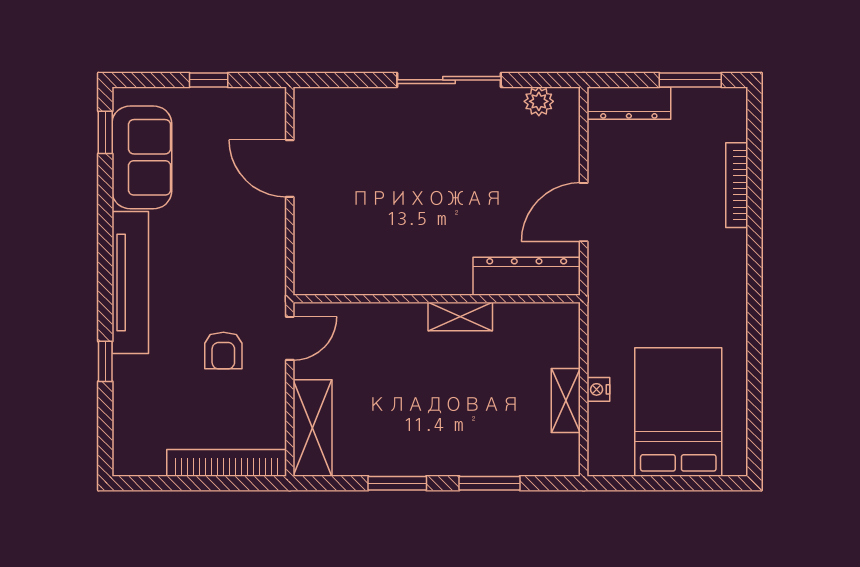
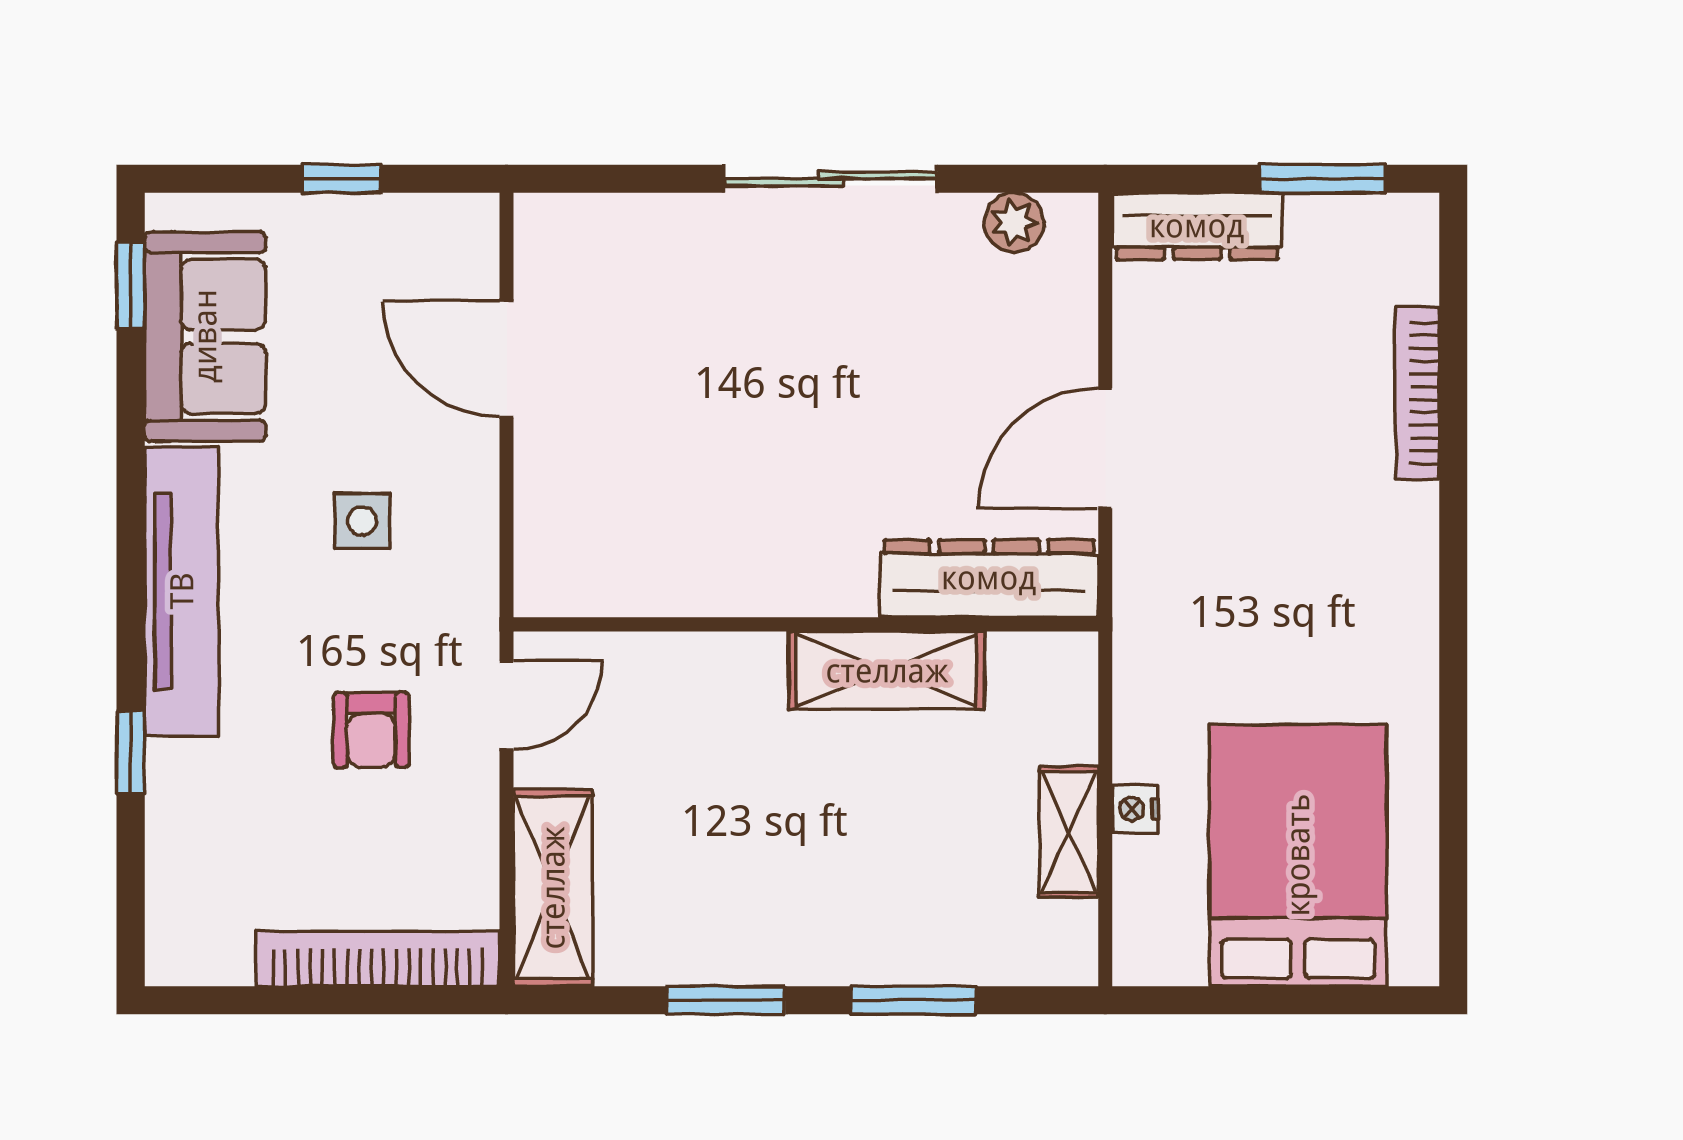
side table: (219, 248) -> (362, 521), added
shelving: (460, 317) -> (887, 671), width x1.50, depth x1.33

